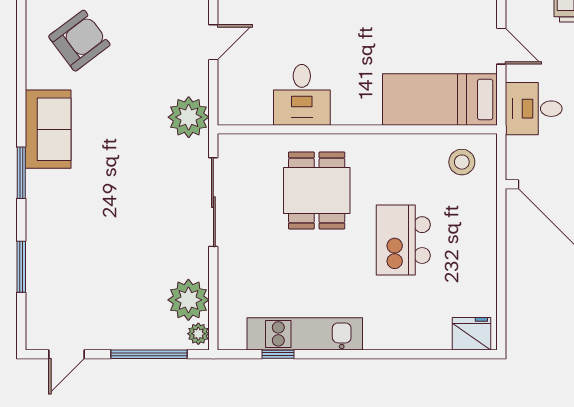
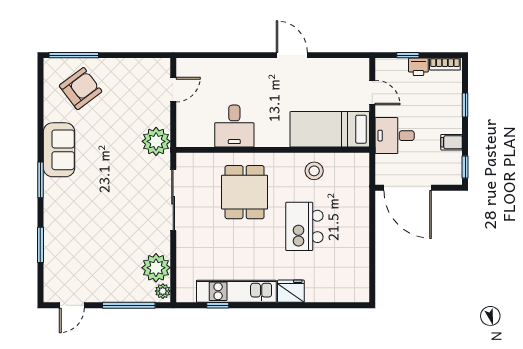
stool: (462, 162) -> (314, 171), moved
fridge: (472, 334) -> (291, 291), moved

